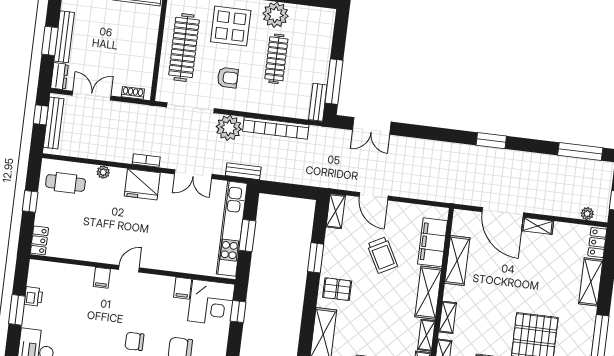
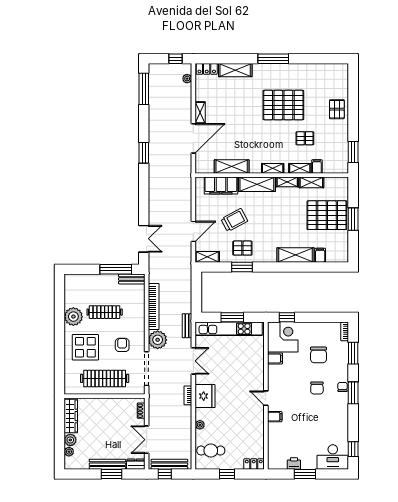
cafe table: (65, 183) -> (211, 451), turned 90
pallet: (337, 289) -> (242, 248), moved, turned 90

